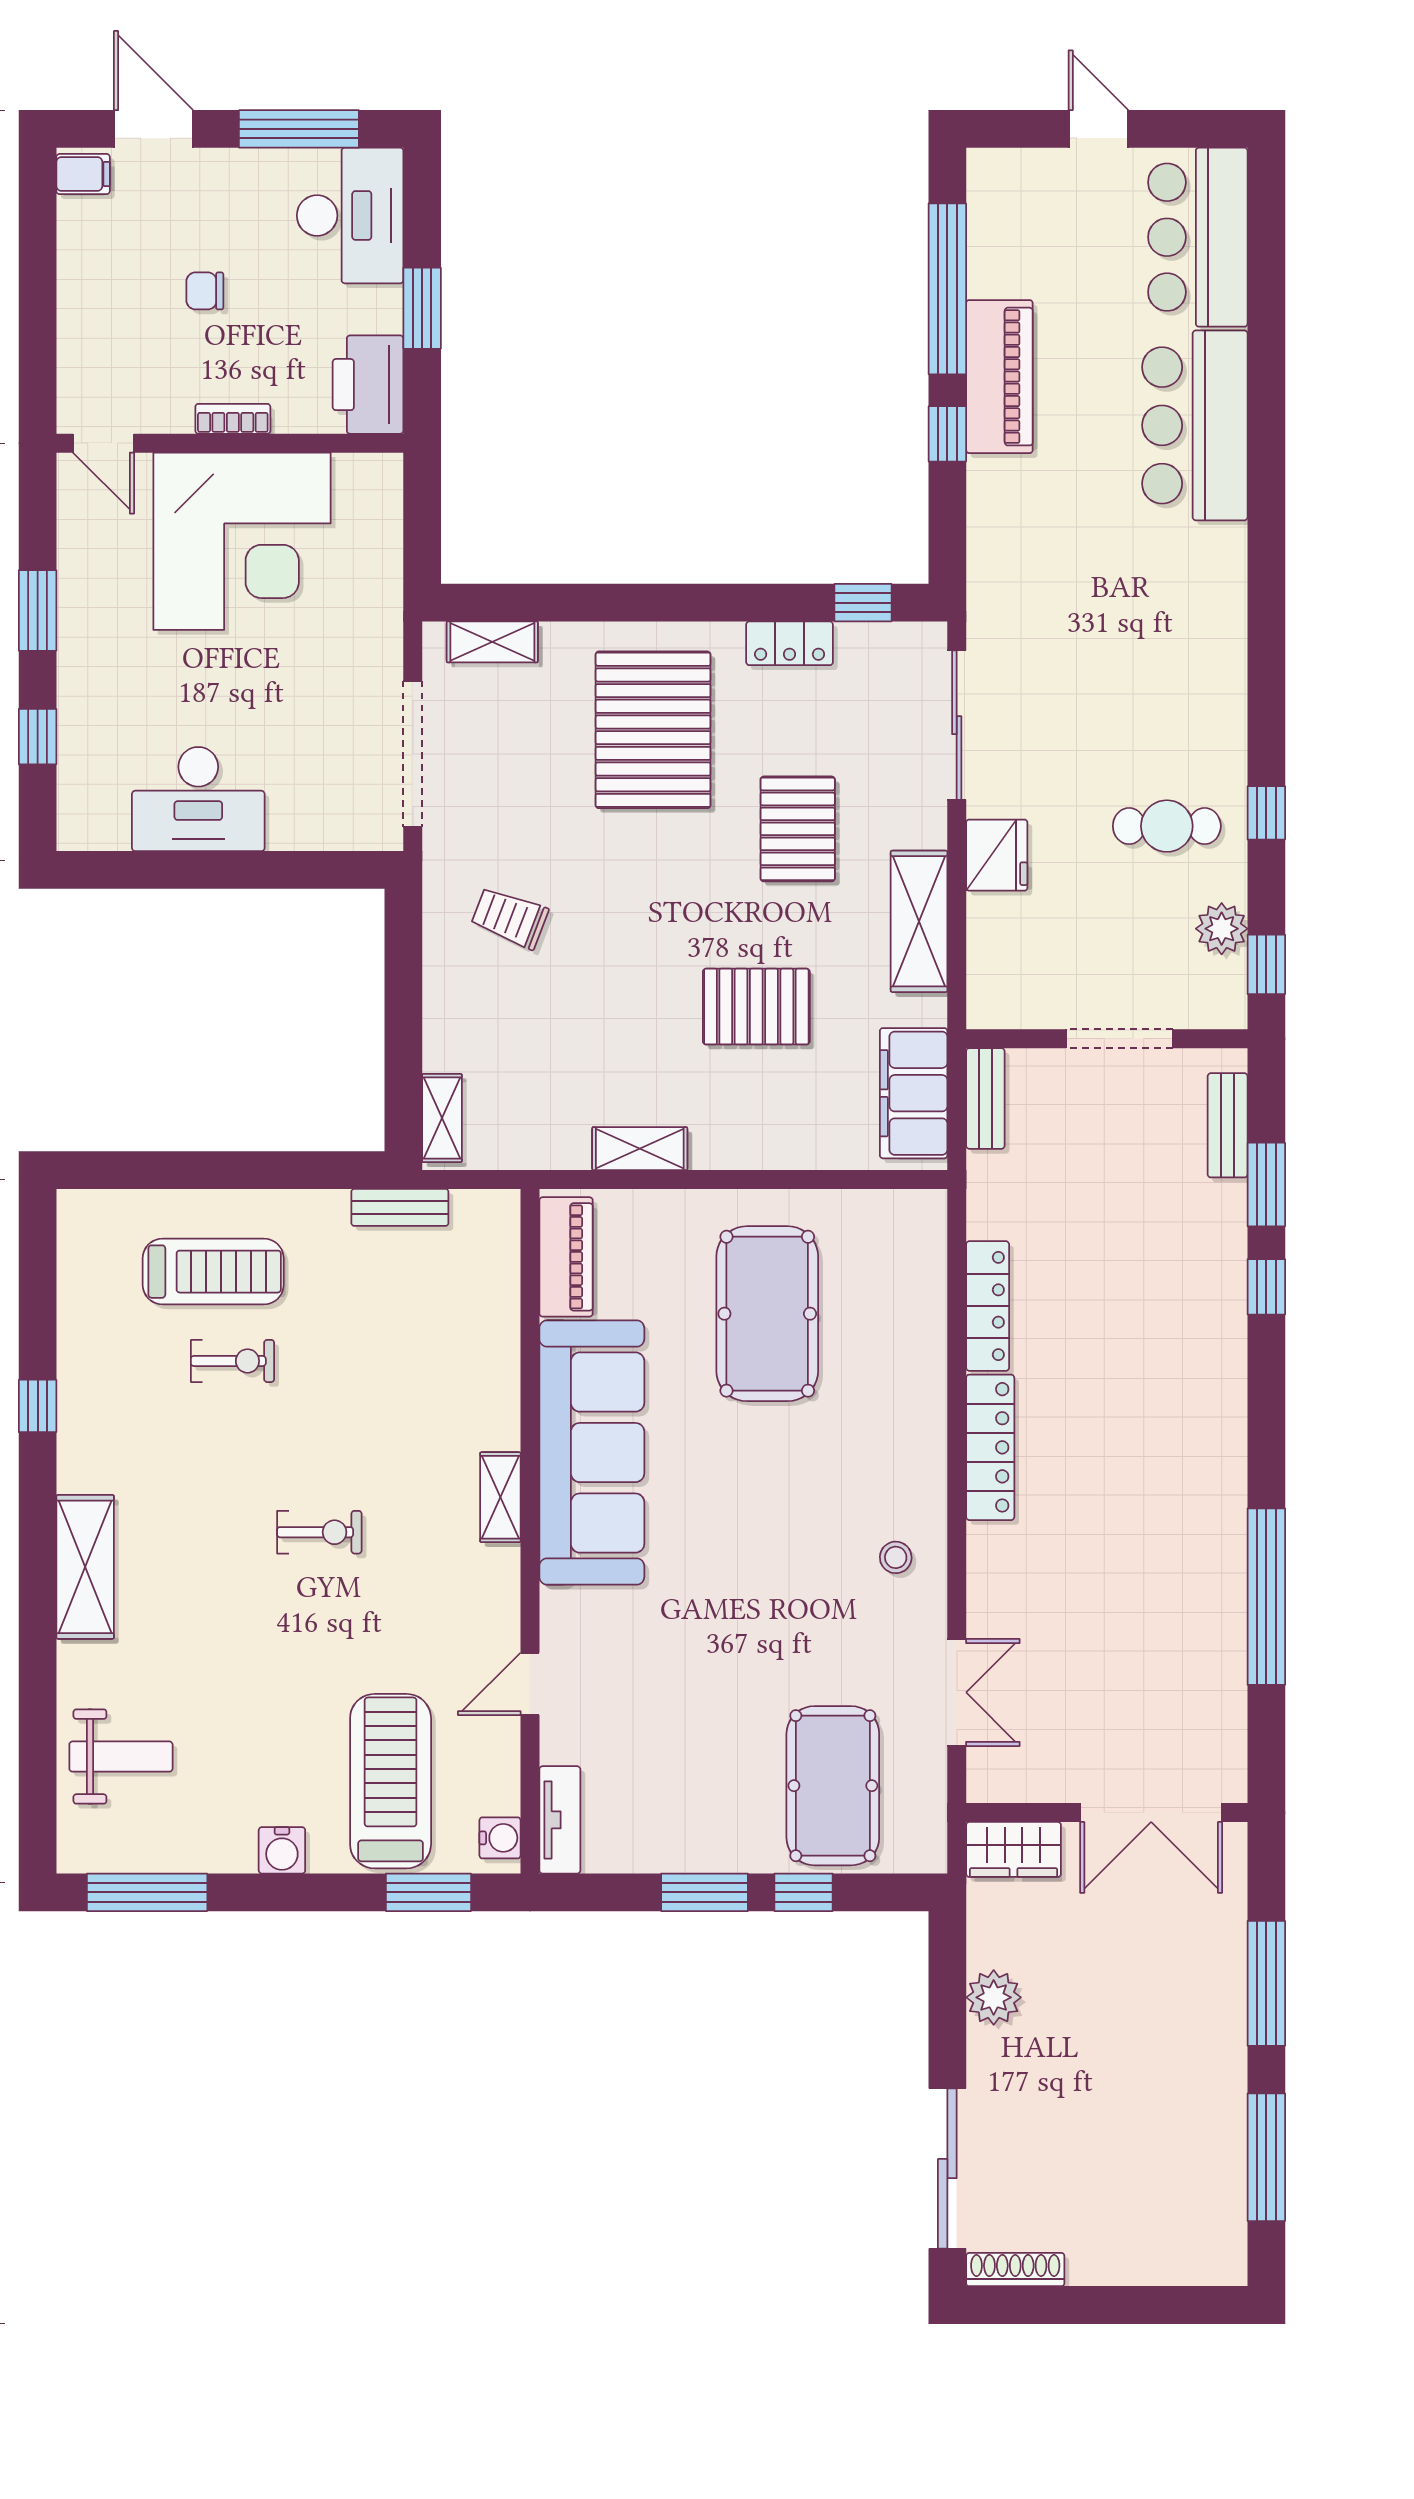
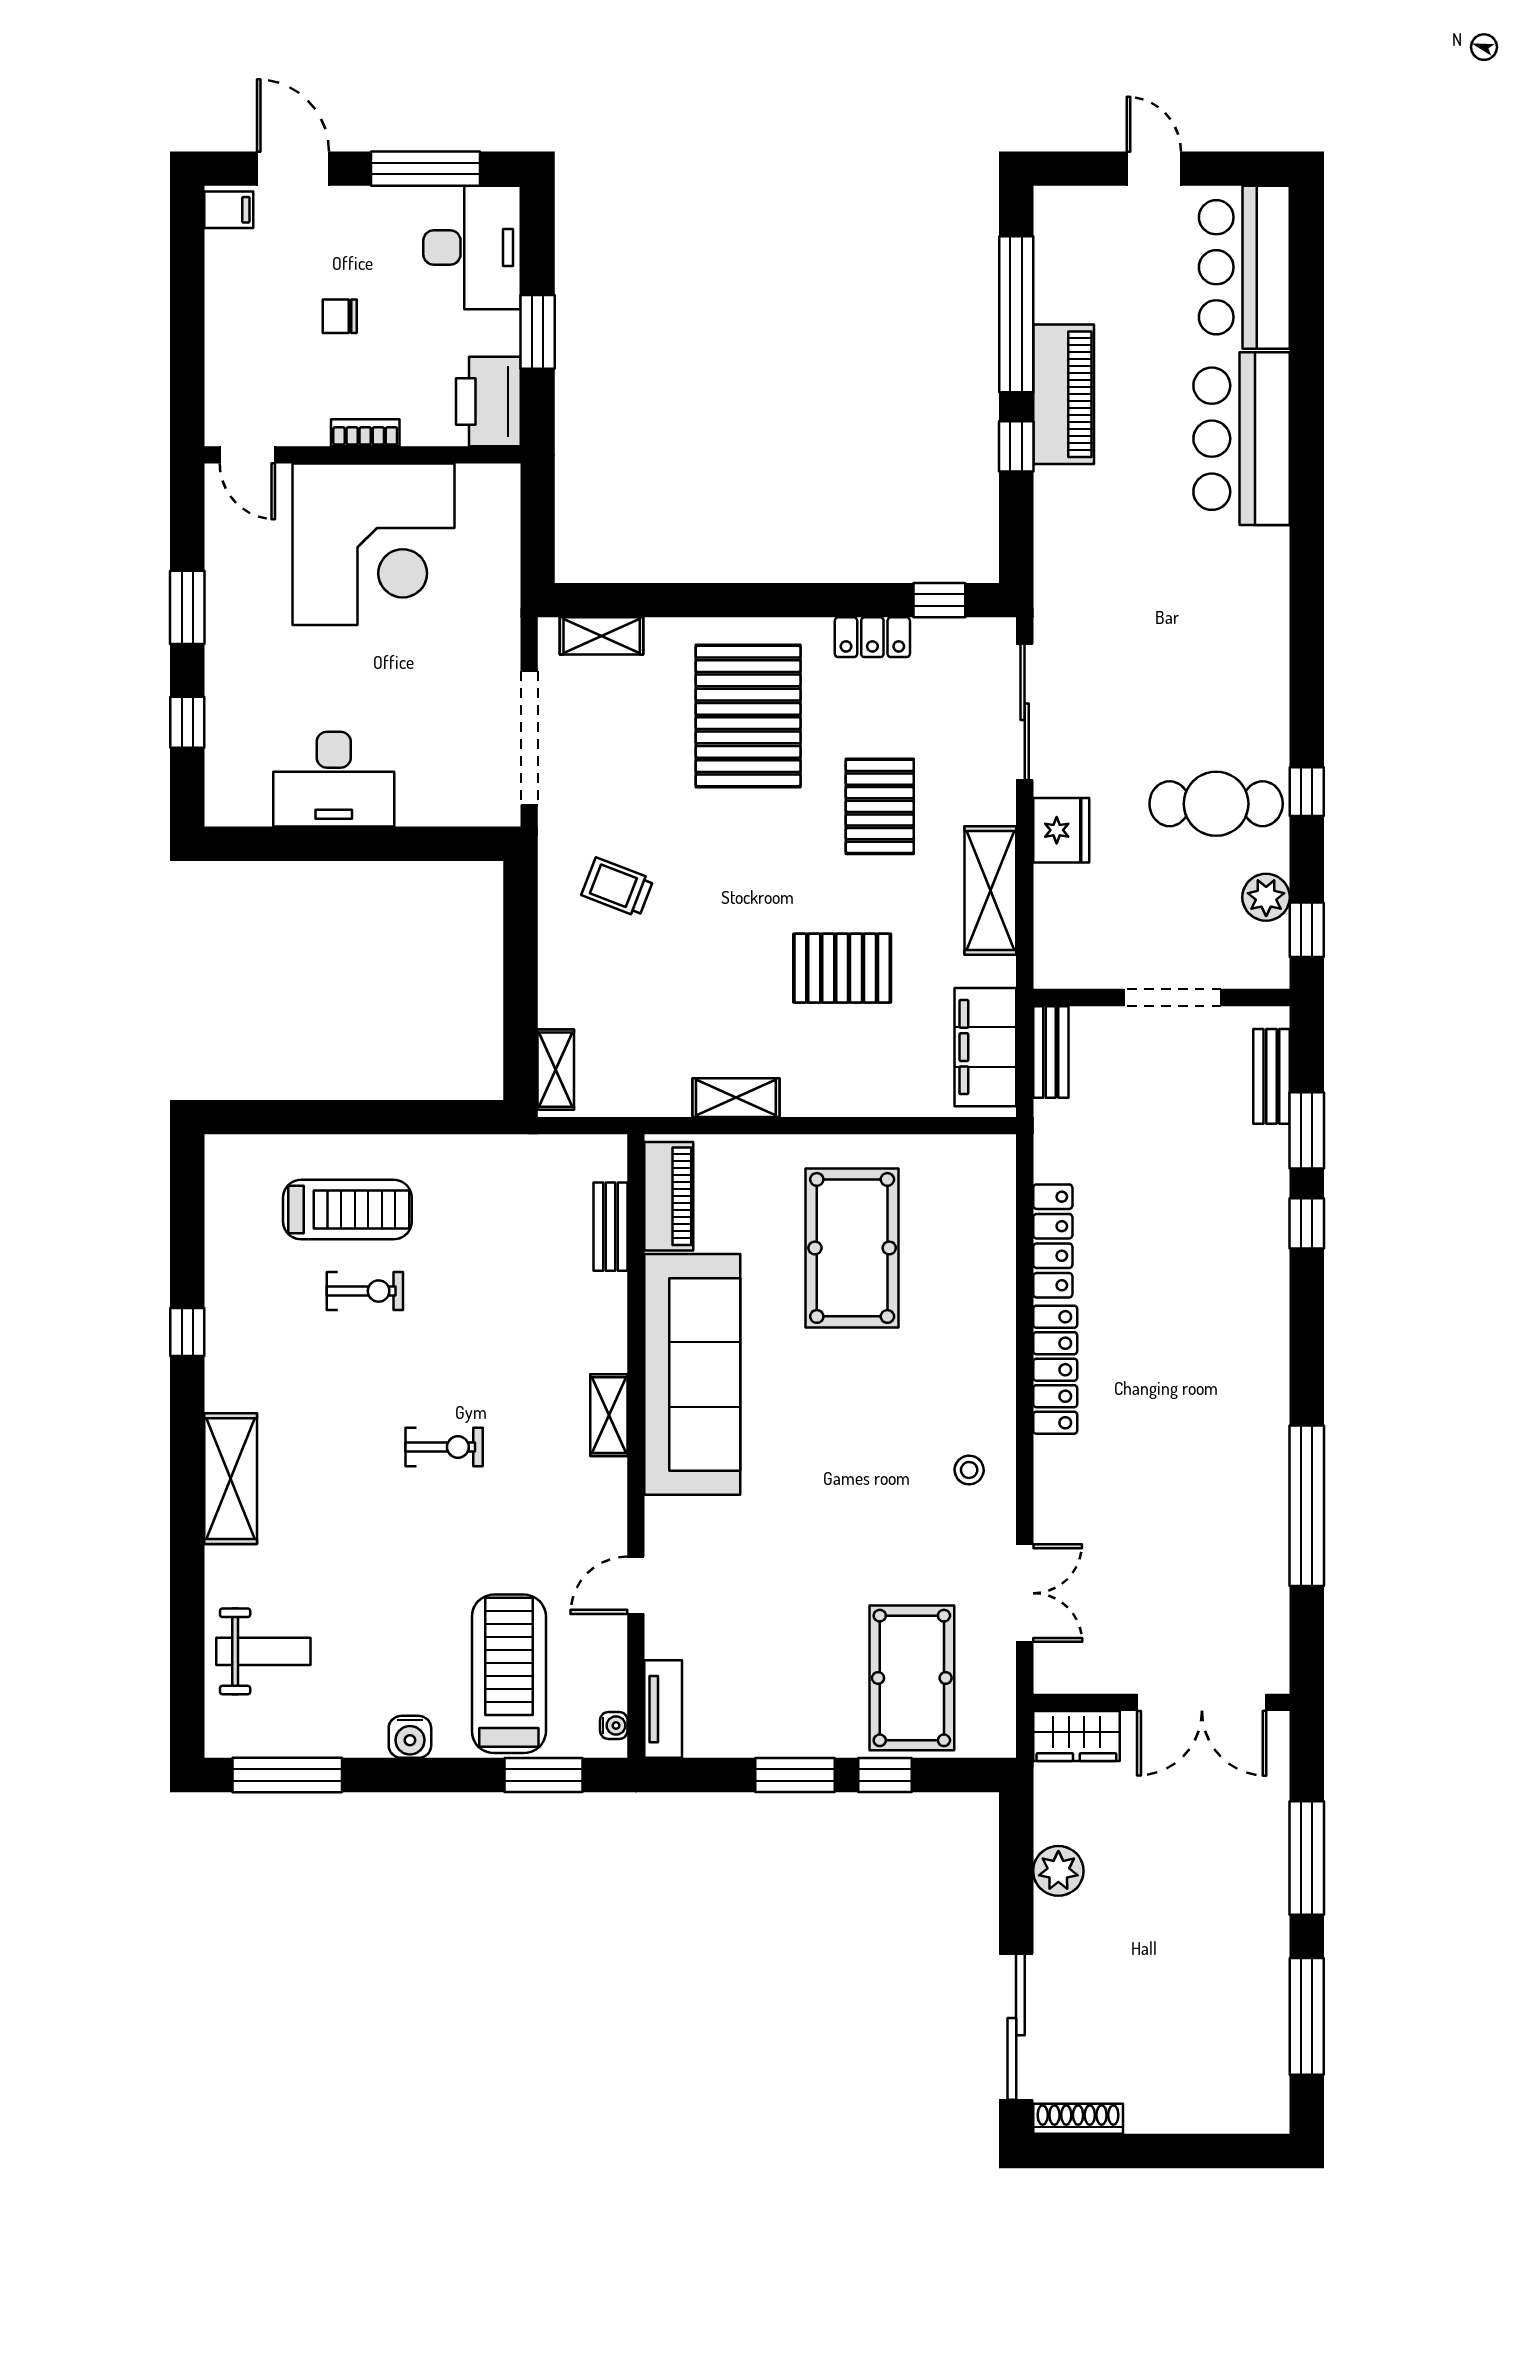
cafe table: (1167, 826) -> (1216, 804), width x1.37, depth x1.35
bench: (400, 1207) -> (610, 1227), moved, turned 90
water cooler: (500, 1838) -> (614, 1726), width x0.72, depth x0.72

